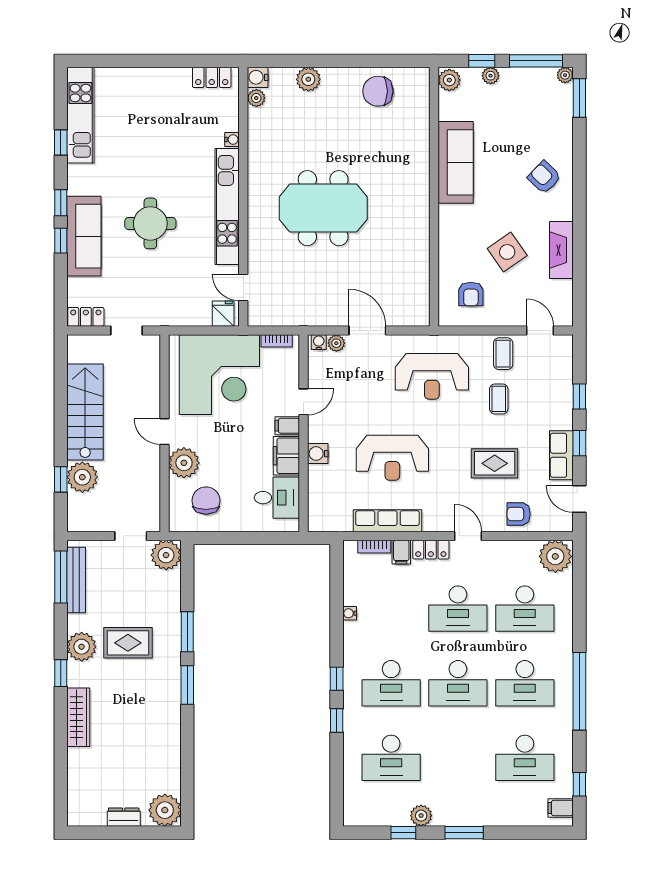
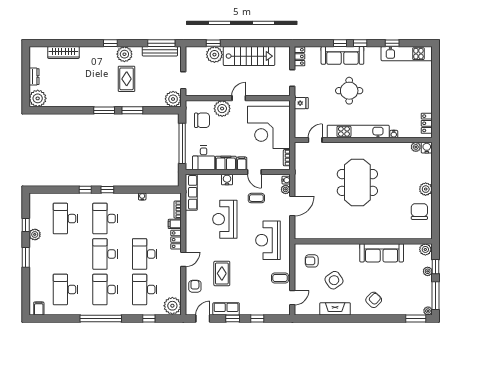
plant: (308, 79) -> (426, 189), moved
fridge: (223, 314) -> (301, 103), moved
coffee table: (499, 399) -> (256, 198), moved
row of seats: (387, 521) -> (191, 192), moved
window: (250, 538) -> (182, 143), added
wardrobe: (78, 717) -> (63, 52), moved
window: (579, 784) -> (149, 318), moved

